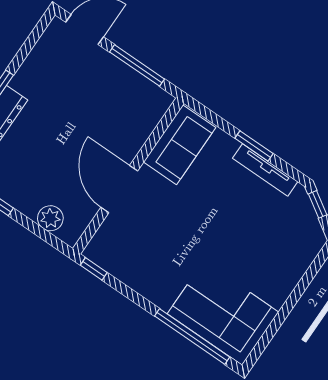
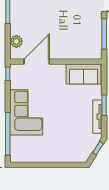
door: (119, 189) -> (37, 62), moved
corner sofa: (223, 313) -> (26, 112), moved

